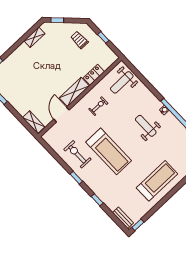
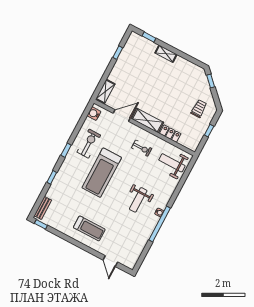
shelving: (34, 37) -> (166, 54), moved
weight bench: (146, 126) -> (138, 200), turned 180
water cooler: (51, 140) -> (94, 114), added
treadmill: (157, 181) -> (89, 228), width x0.73, depth x0.73

